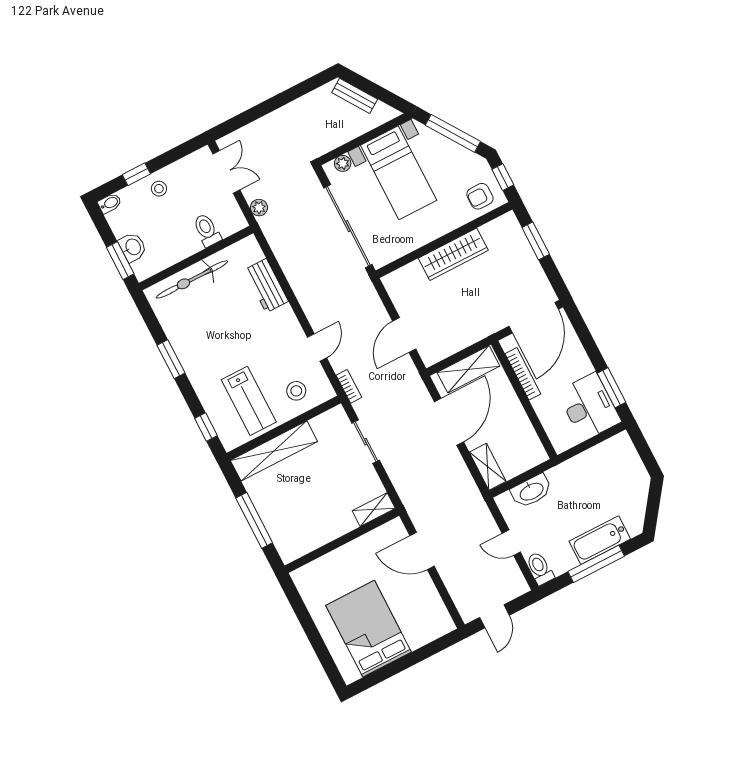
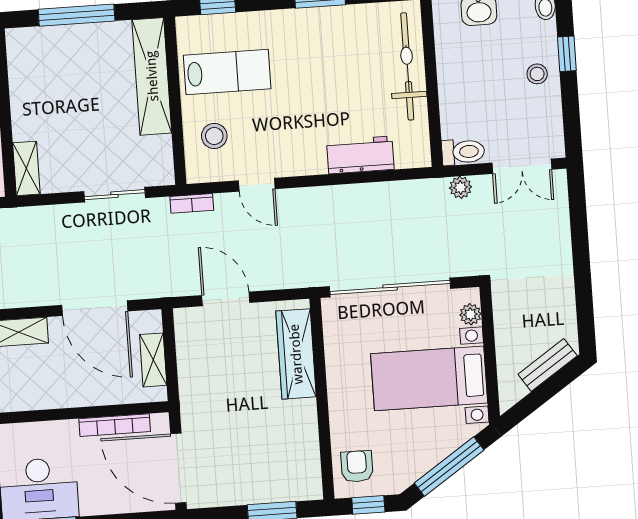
toilet: (207, 230) -> (463, 152), moved
wardrobe: (453, 254) -> (296, 354), moved
shelving: (468, 369) -> (153, 360), width x0.67, depth x0.75
lab bench: (249, 401) -> (227, 72), turned 180

